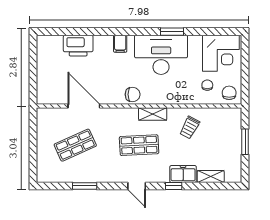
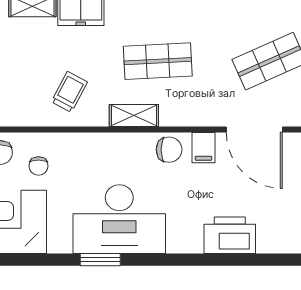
filing cabinet: (120, 44) -> (203, 148), moved, turned 180
printer: (78, 46) -> (230, 235), moved
chair: (133, 94) -> (169, 150), turned 180

